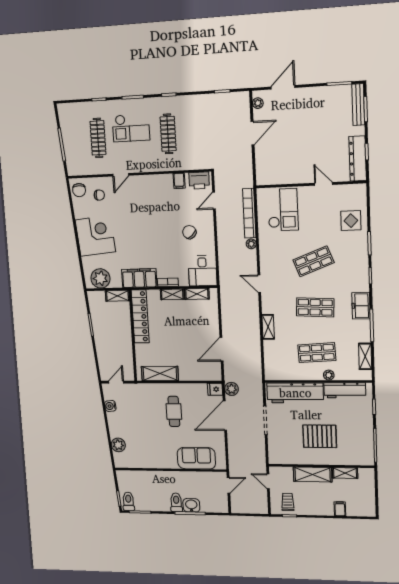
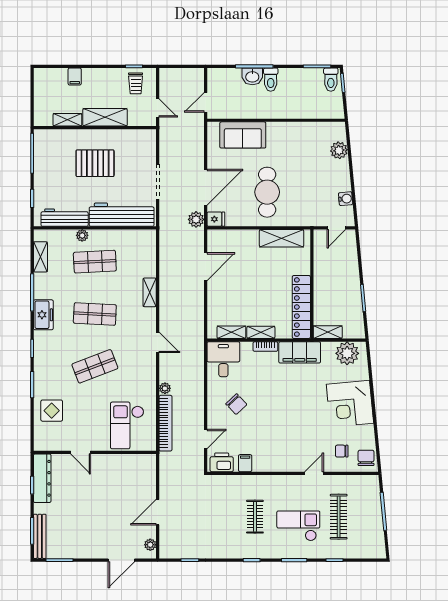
clothes rail: (168, 134) -> (255, 517), width x0.73
cafe table: (174, 411) -> (267, 192), width x1.37, depth x1.35

